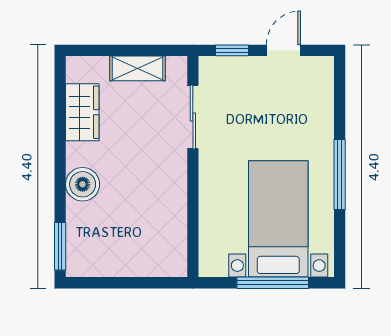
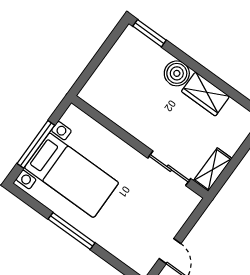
window: (232, 50) -> (192, 220), removed
shelving: (137, 68) -> (213, 170), moved
wardrobe: (82, 112) -> (206, 94), moved

